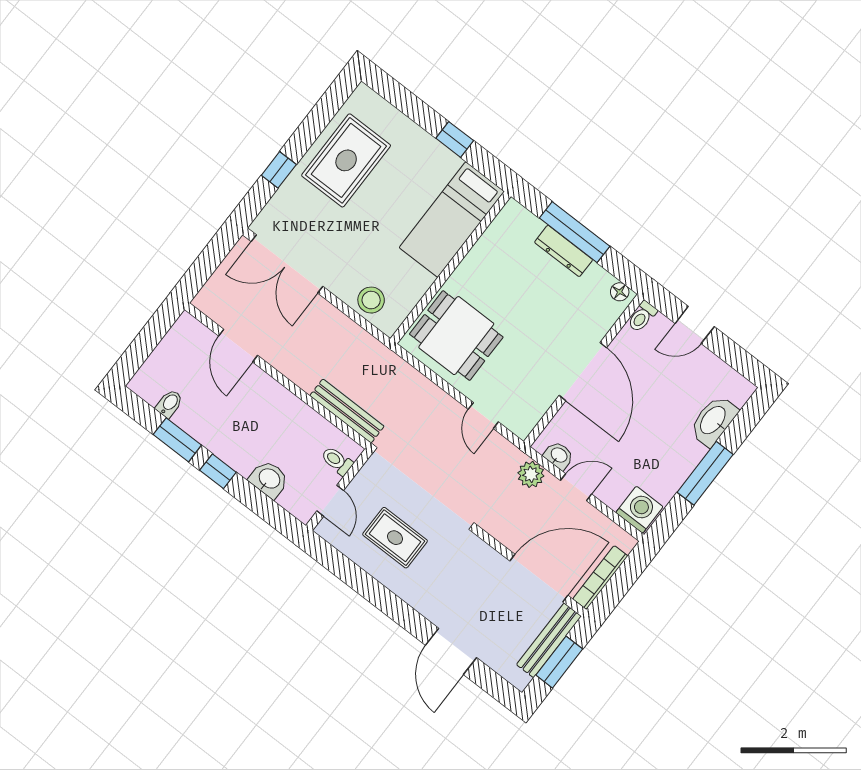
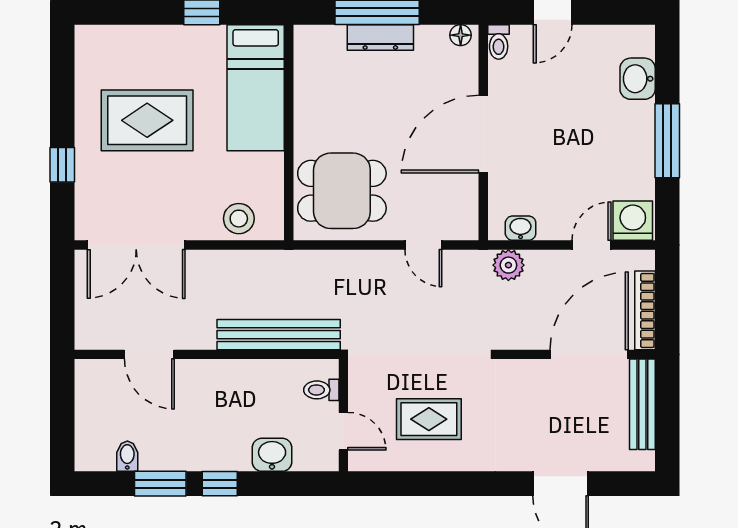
rug: (346, 160) -> (147, 120), moved, turned 90
door: (583, 372) -> (483, 134), swing flipped
bench: (347, 411) -> (279, 335), width x1.37, depth x1.21
washbasin: (713, 421) -> (638, 79), width x0.72
door: (576, 487) -> (591, 245), moved
window: (559, 662) -> (667, 417), removed

